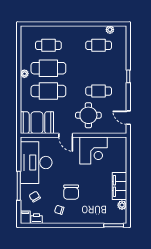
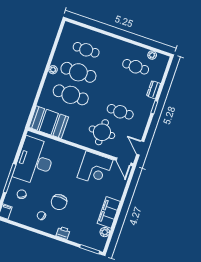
dresser: (122, 61) -> (154, 90), added
door: (66, 135) -> (124, 162), moved
printer: (37, 219) -> (63, 233), moved

